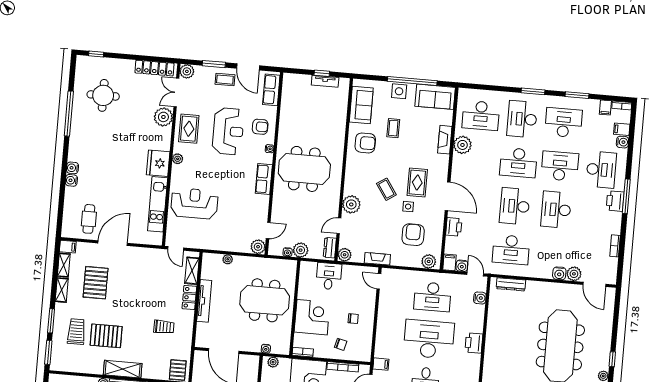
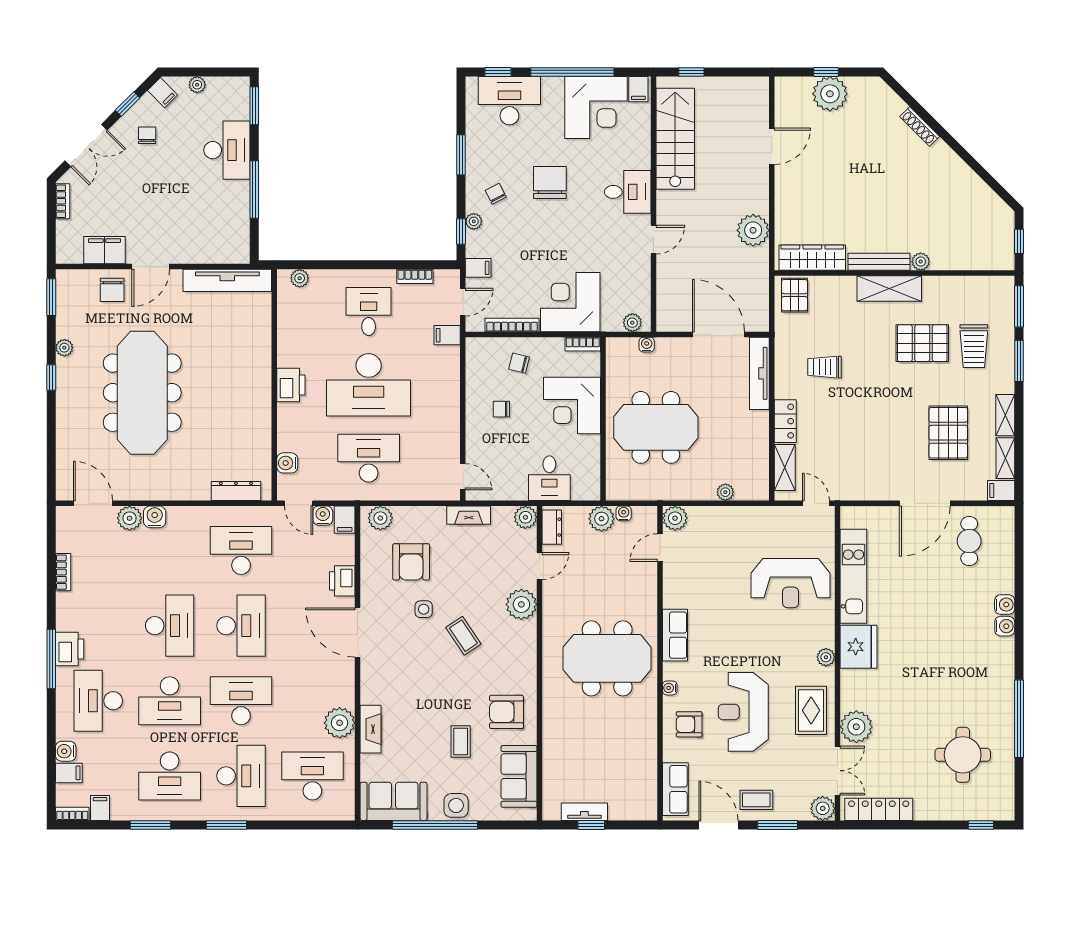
rug: (417, 182) -> (411, 652), removed
tv unit: (204, 301) -> (759, 373), moved

